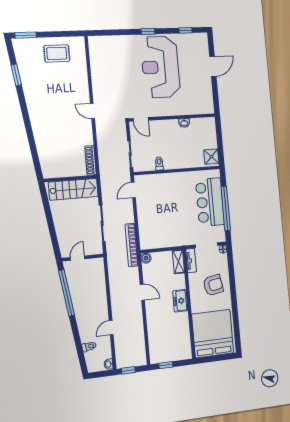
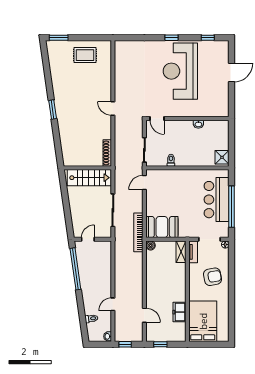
window: (16, 75) -> (53, 109), moved
booth: (156, 237) -> (162, 227), added
door: (142, 292) -> (144, 315), moved
freezer: (180, 301) -> (179, 312), moved
bed: (213, 334) -> (203, 321), width x0.73

